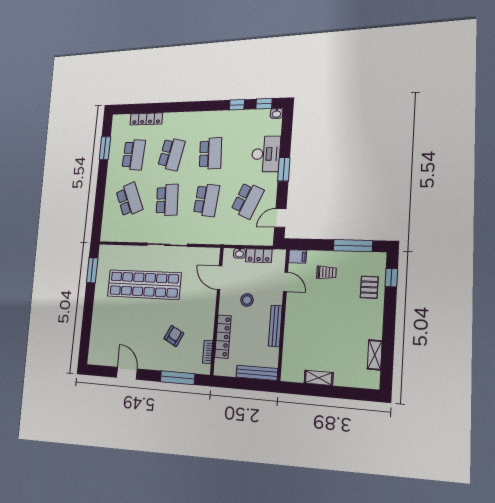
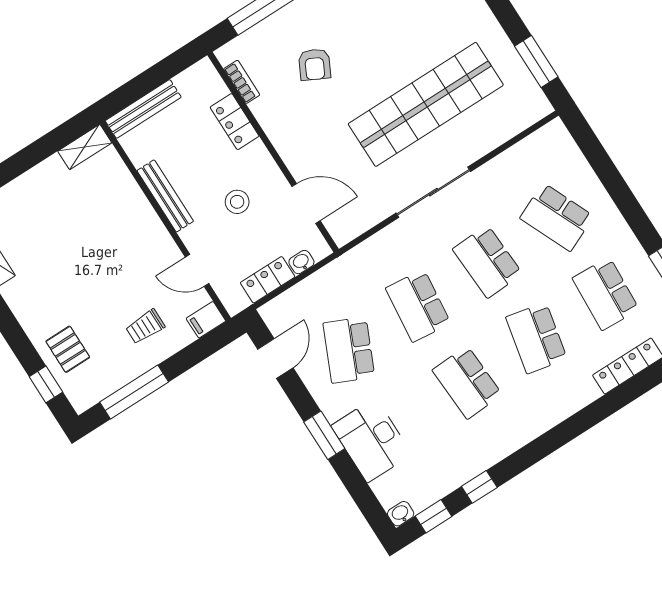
locker: (223, 337) -> (235, 122), width x0.66
shelving: (319, 378) -> (85, 147), moved

